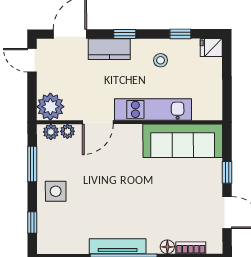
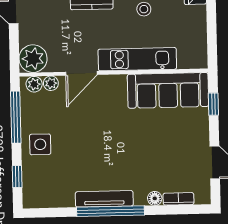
window: (32, 164) -> (16, 117), width x1.44
window: (227, 172) -> (213, 104), moved

